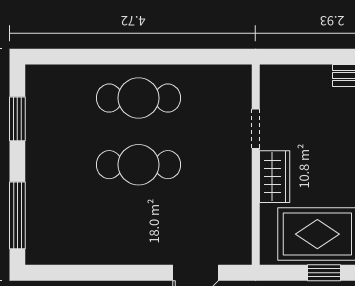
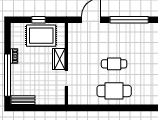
cafe table: (138, 165) -> (114, 64), width x0.73, depth x0.74
window: (102, 273) -> (129, 20), added

